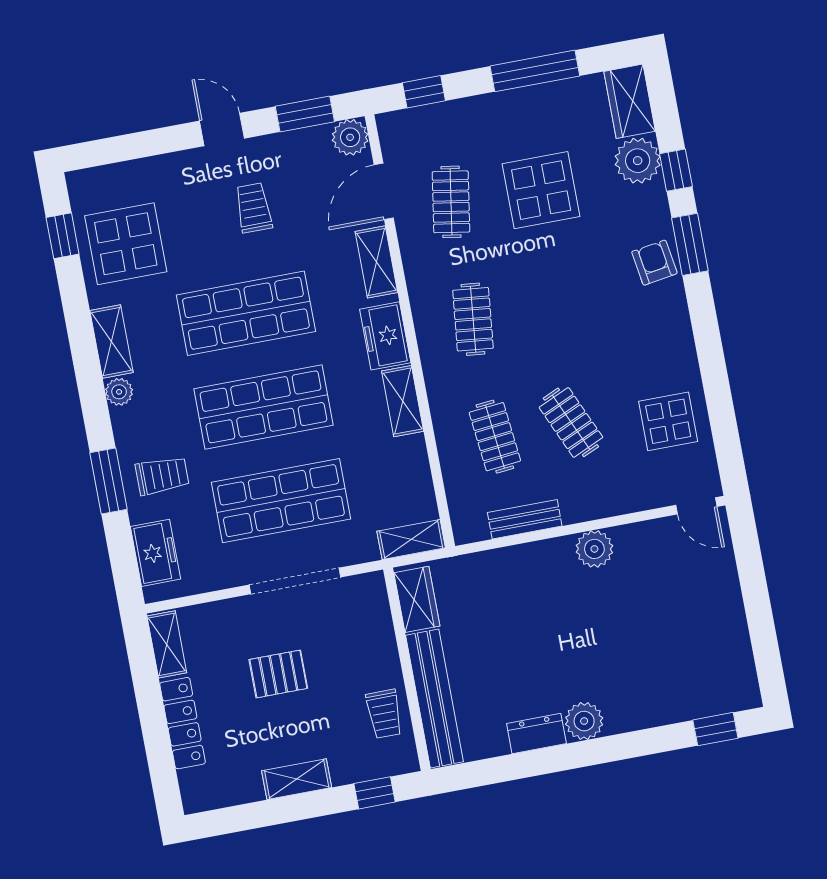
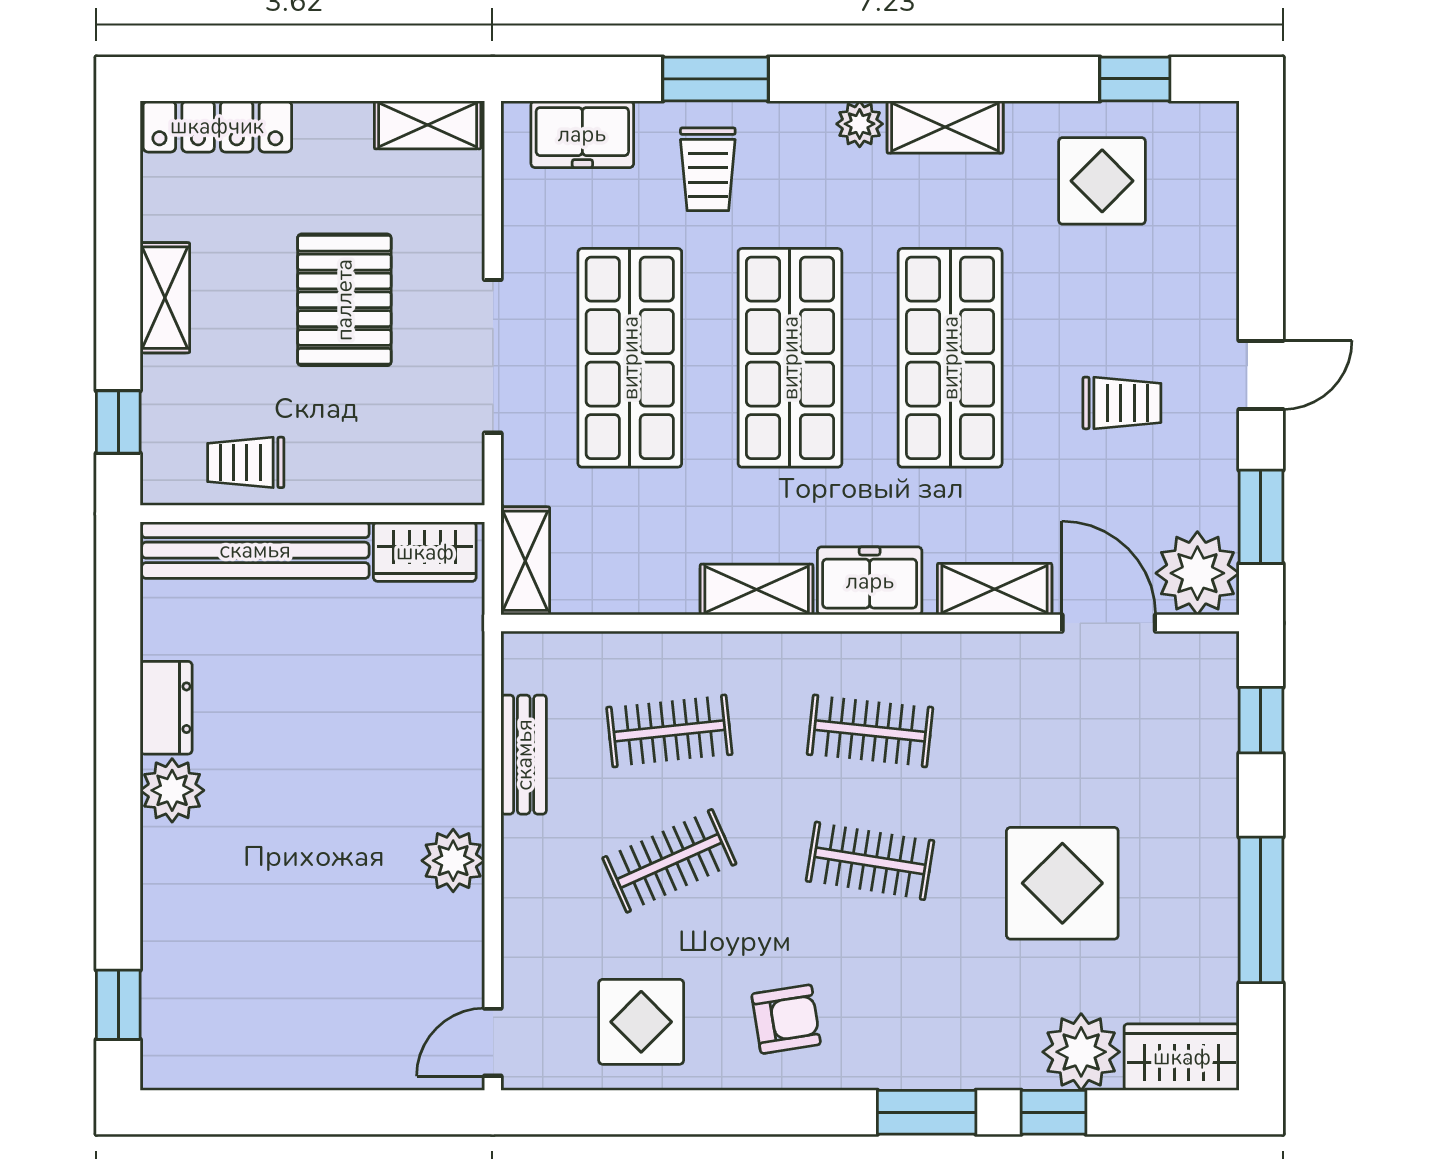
plant: (350, 137) -> (1197, 573), width x1.36, depth x1.36
clothes rail: (451, 202) -> (870, 861), moved
display table: (126, 244) -> (1102, 181), width x0.73, depth x0.73
armchair: (654, 263) -> (786, 1019), moved
pallet: (278, 674) -> (344, 300), width x1.50, depth x1.42
locker: (183, 723) -> (217, 126), moved

